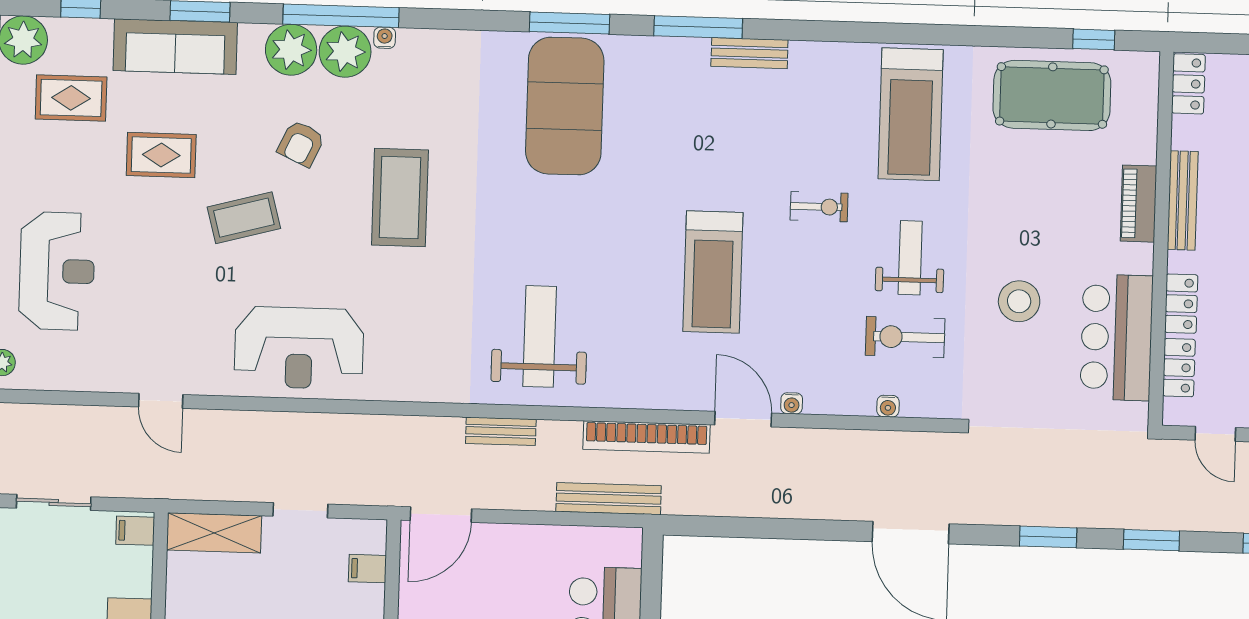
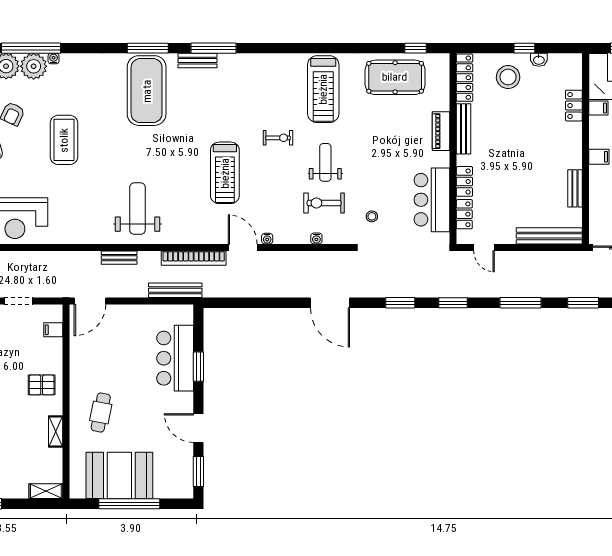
bench: (749, 53) -> (198, 61), moved
locker: (1188, 84) -> (465, 78), width x1.53
stool: (1019, 301) -> (372, 216), moved, width x0.53, depth x0.53

